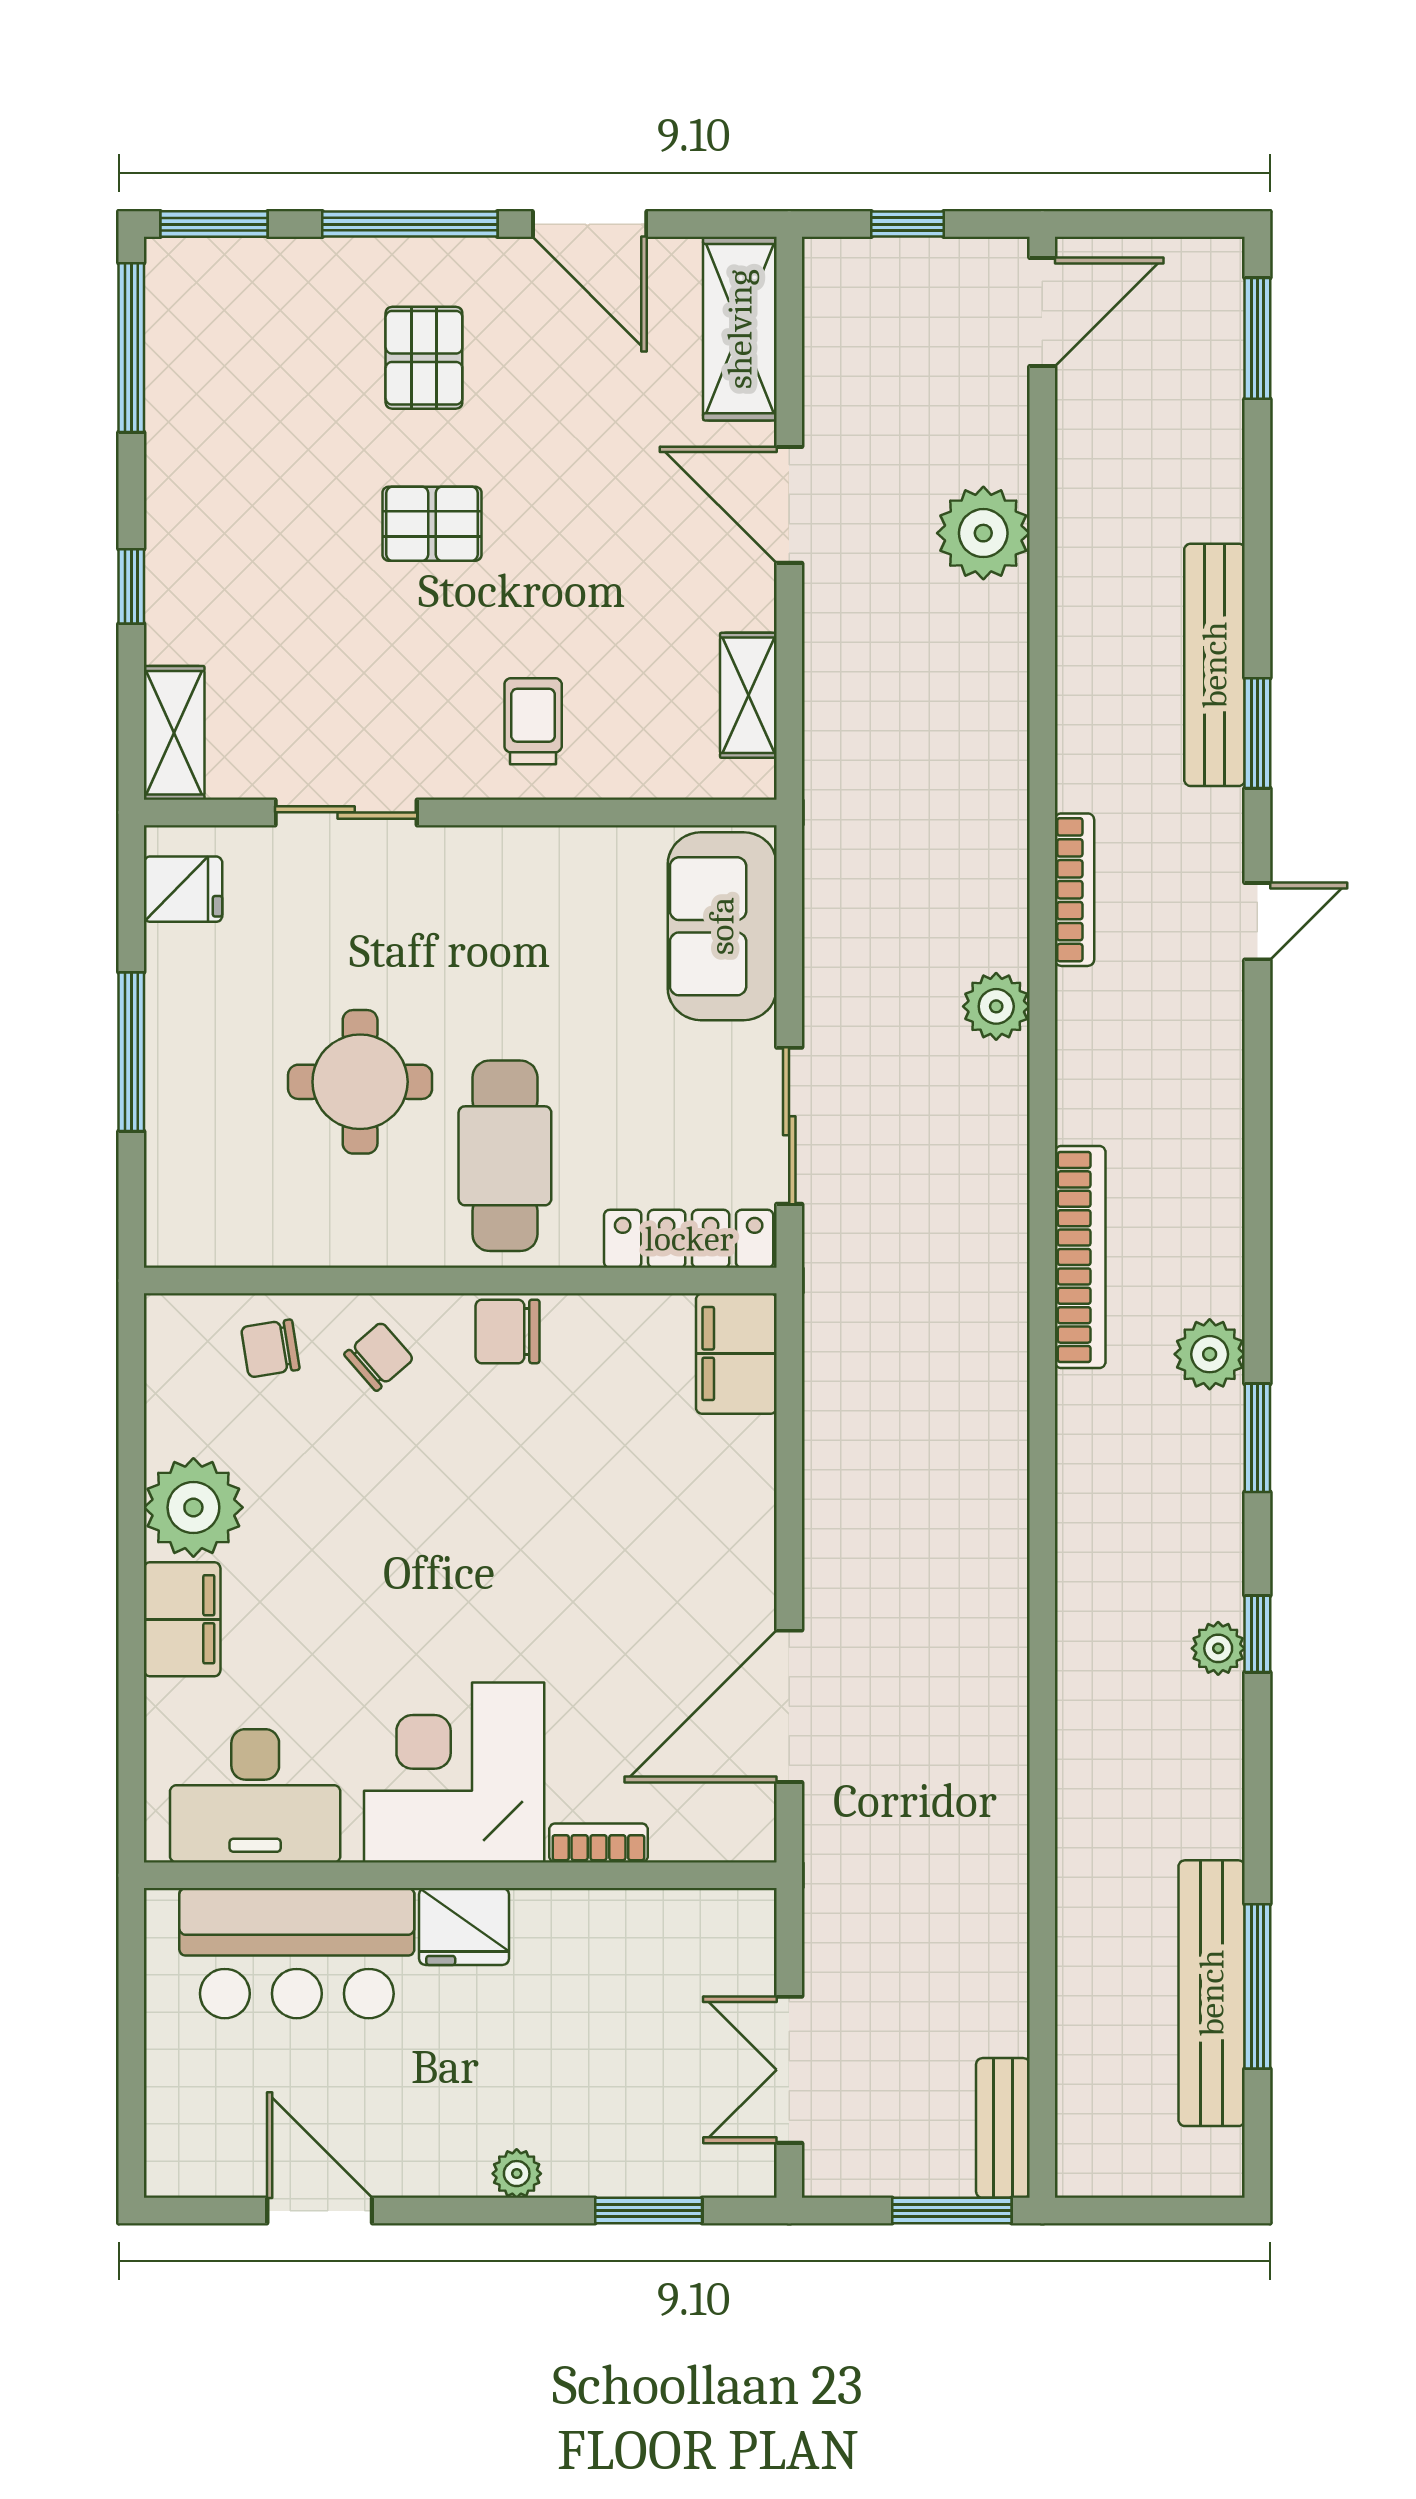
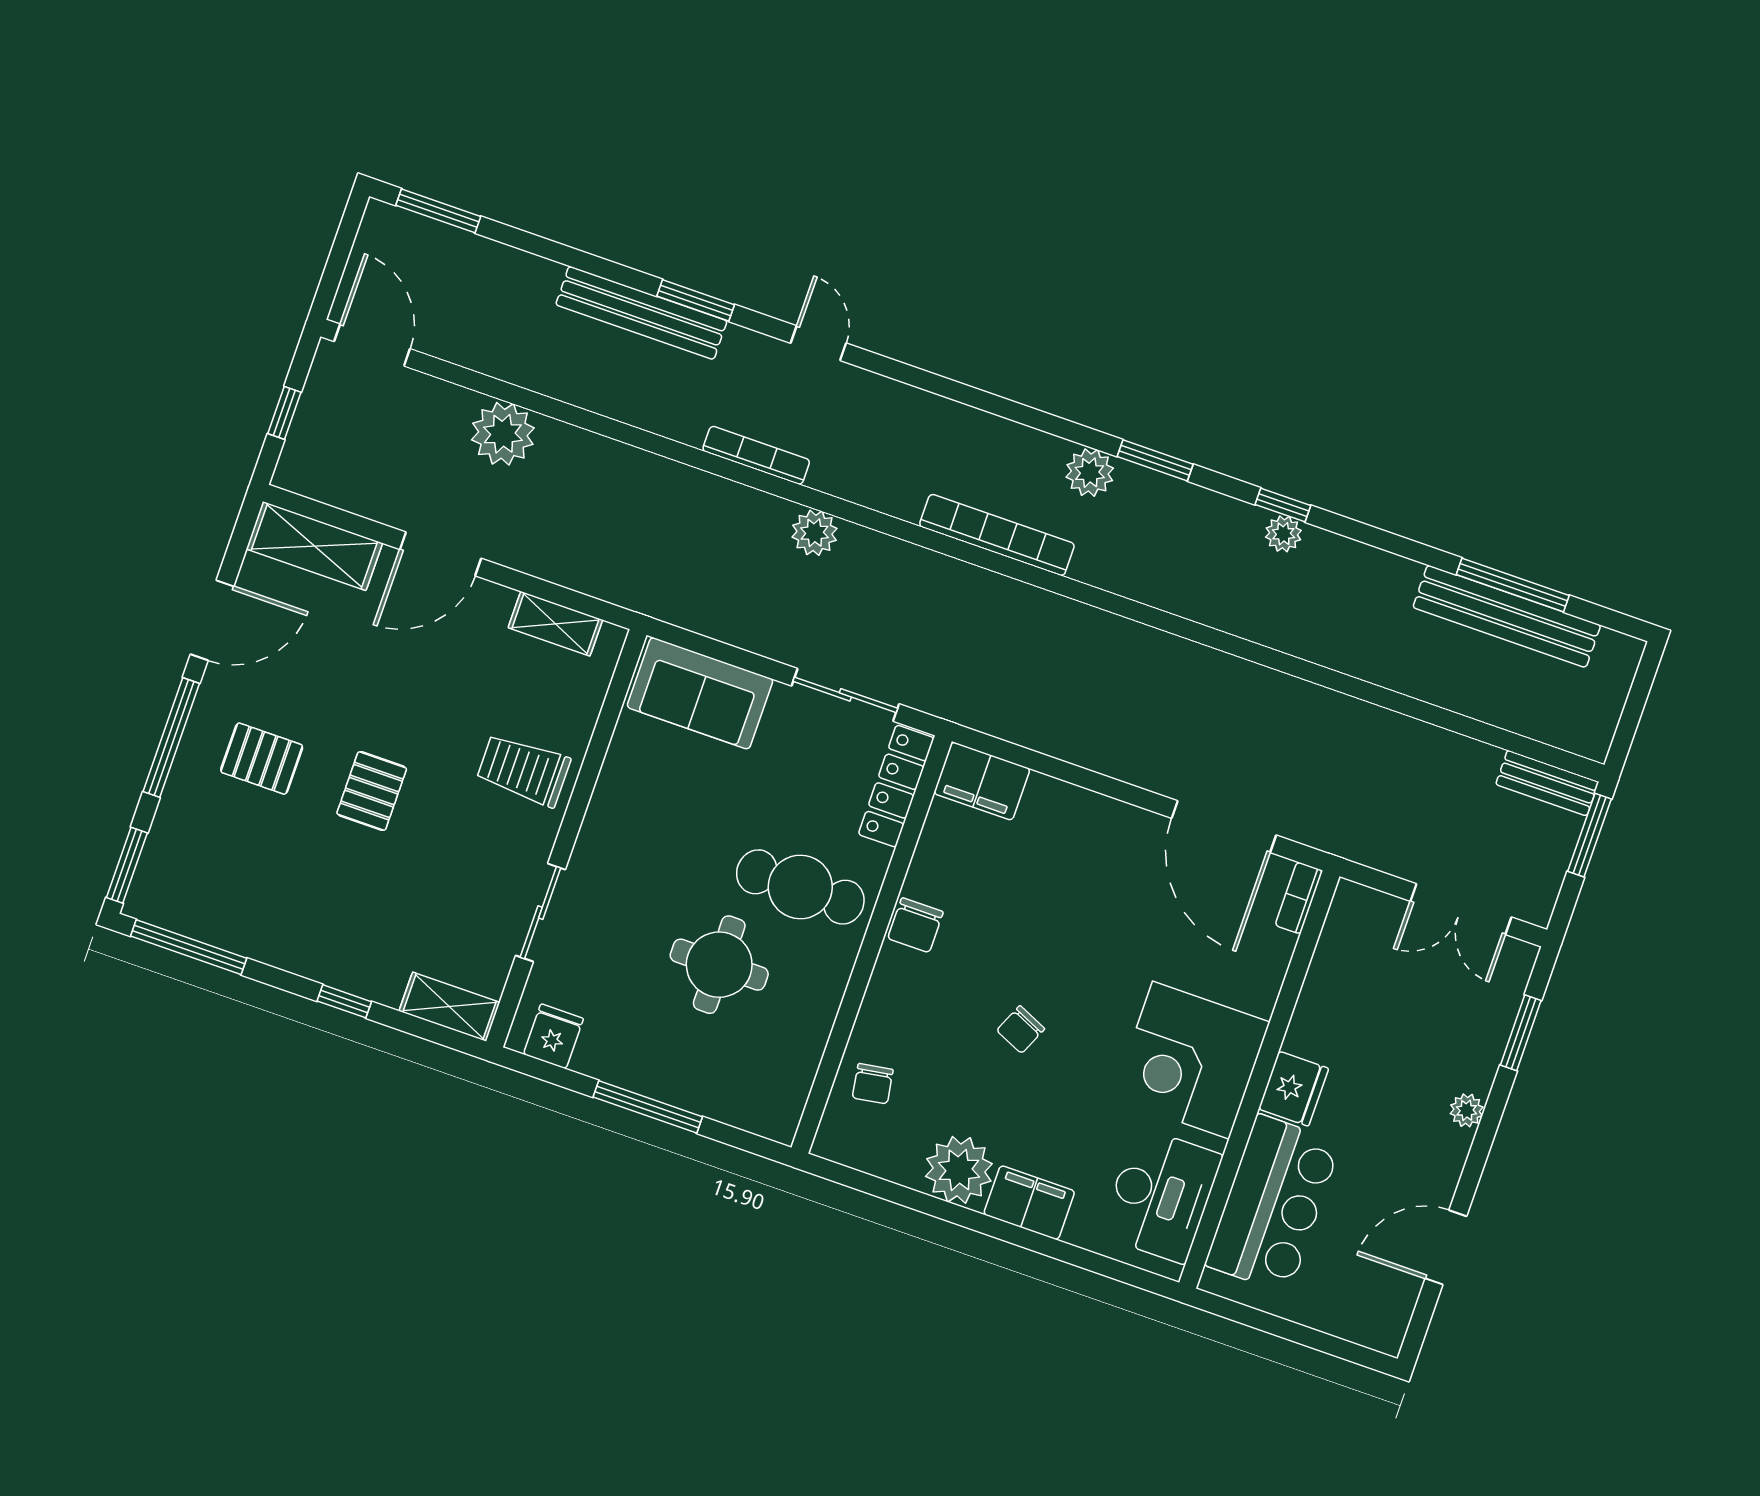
trolley: (533, 721) -> (523, 770), width x1.36, depth x1.39
chair: (379, 1357) -> (1021, 1030), moved, turned -115
bookcase: (598, 1843) -> (1299, 898), moved

